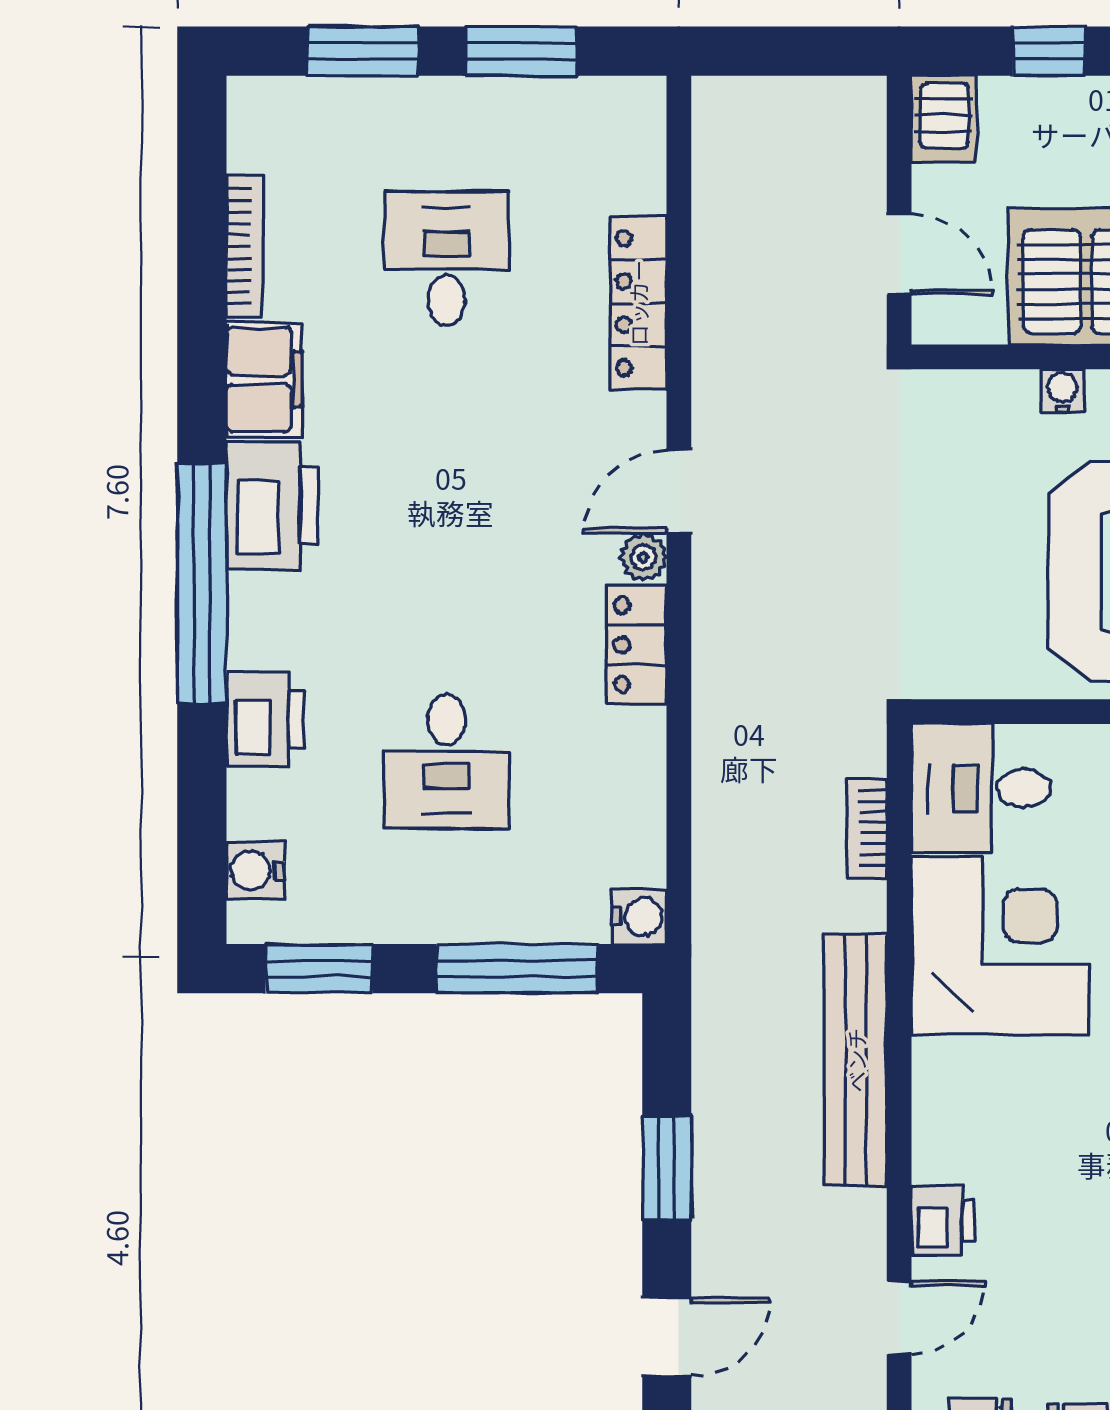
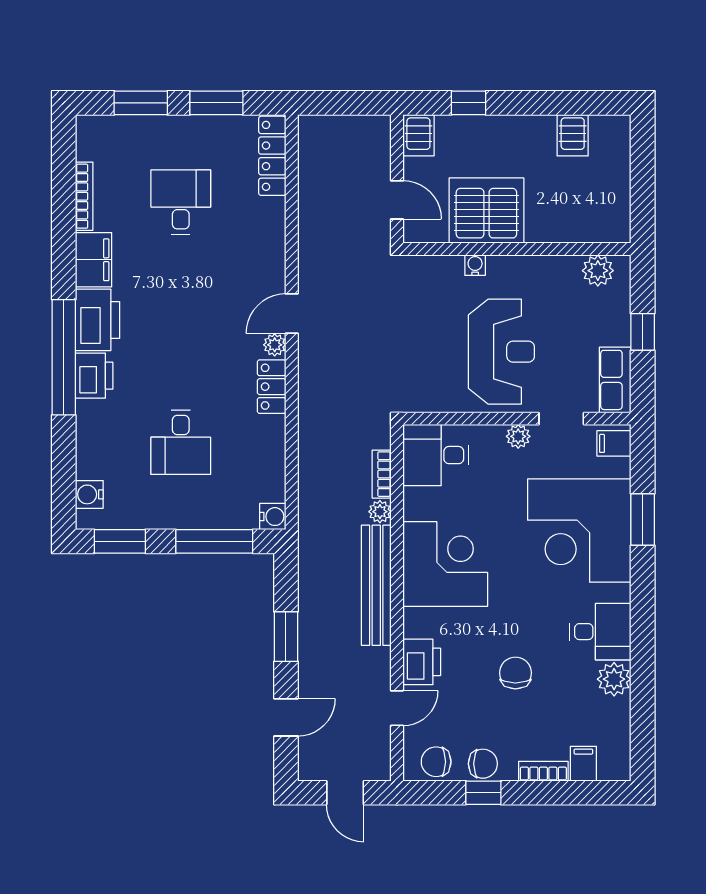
locker: (638, 303) -> (272, 156), moved
printer: (265, 720) -> (94, 376), moved
plant: (863, 906) -> (380, 512), added
corner desk: (1000, 946) -> (445, 564), moved
printer: (943, 1221) -> (422, 662), width x1.36, depth x1.24

